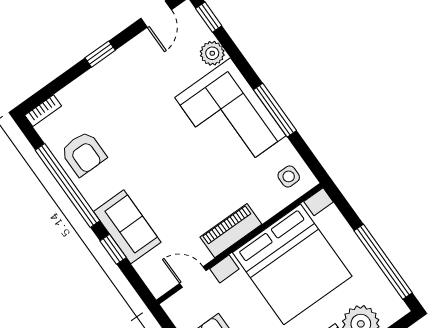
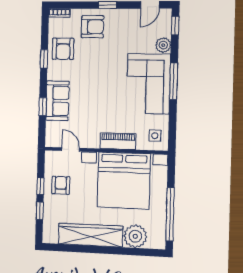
armchair: (101, 96) -> (92, 27), added
window: (275, 110) -> (174, 81), moved
window: (68, 185) -> (44, 59), width x0.32
piano: (231, 231) -> (118, 141), moved

